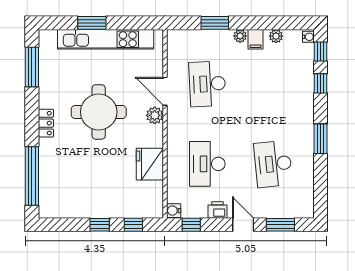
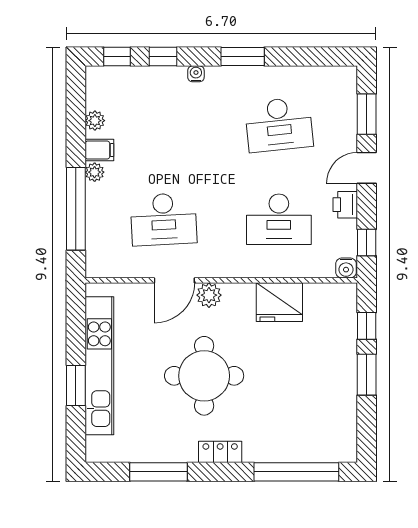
window: (215, 23) -> (76, 209), width x2.11
water cooler: (308, 37) -> (196, 74), moved
window: (32, 67) -> (159, 472), moved
window: (100, 225) -> (367, 375), width x1.50

